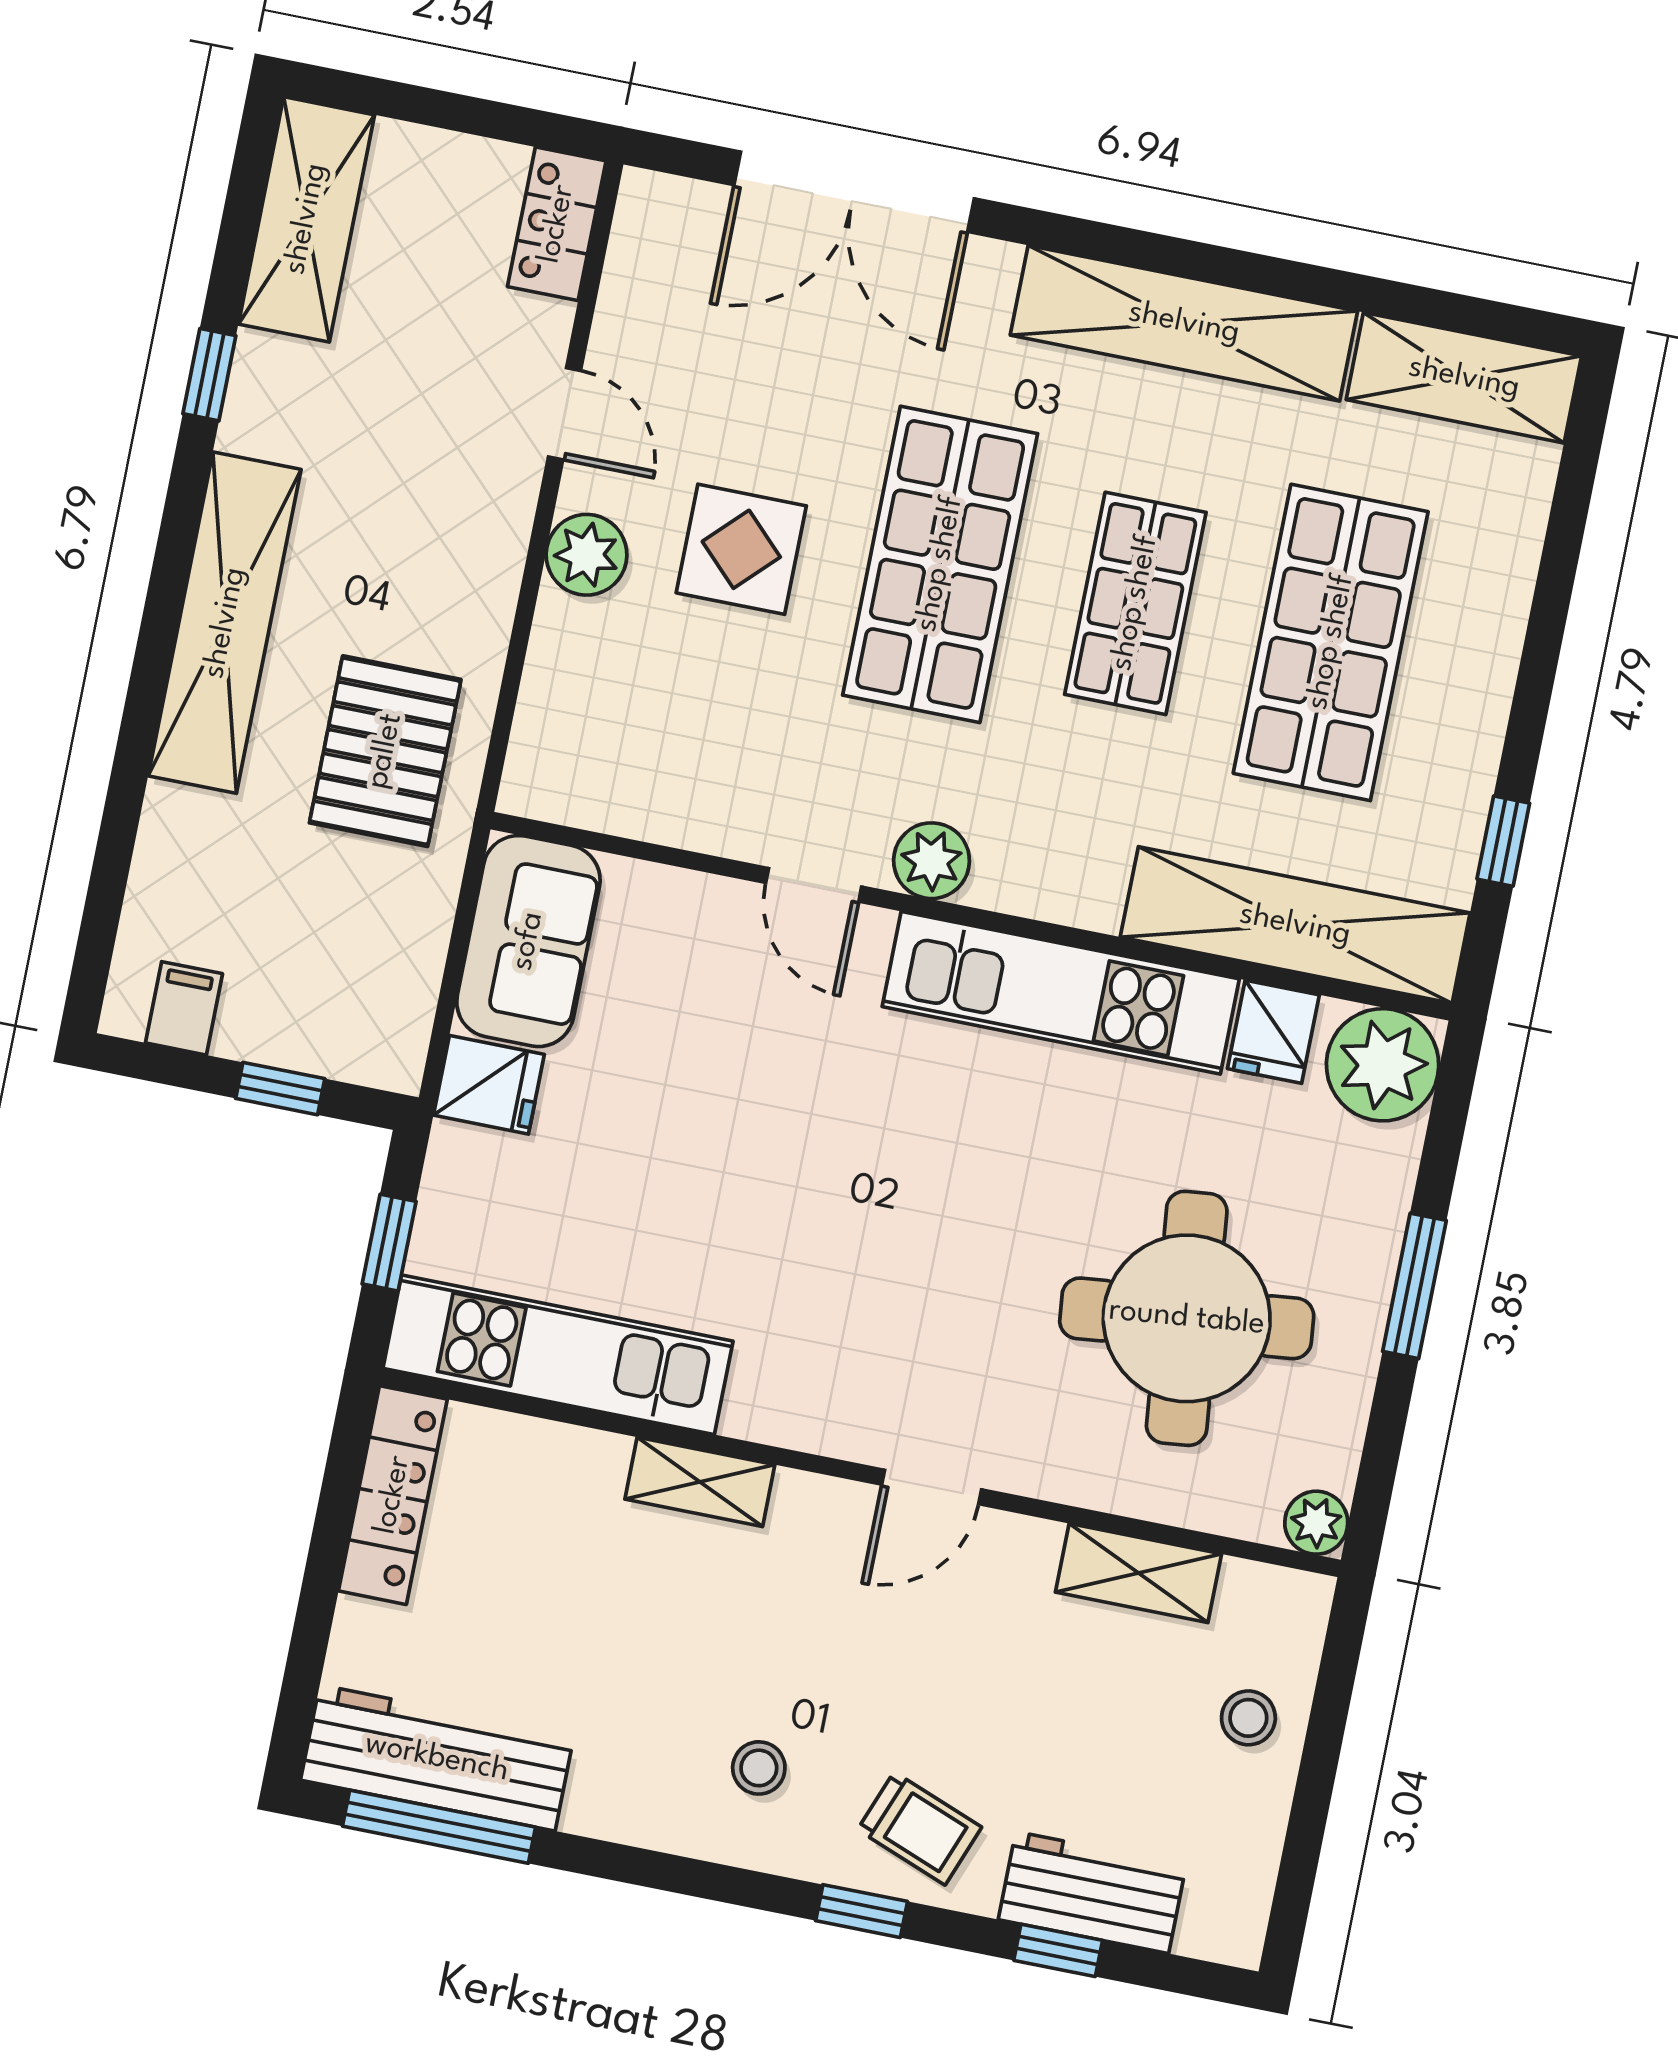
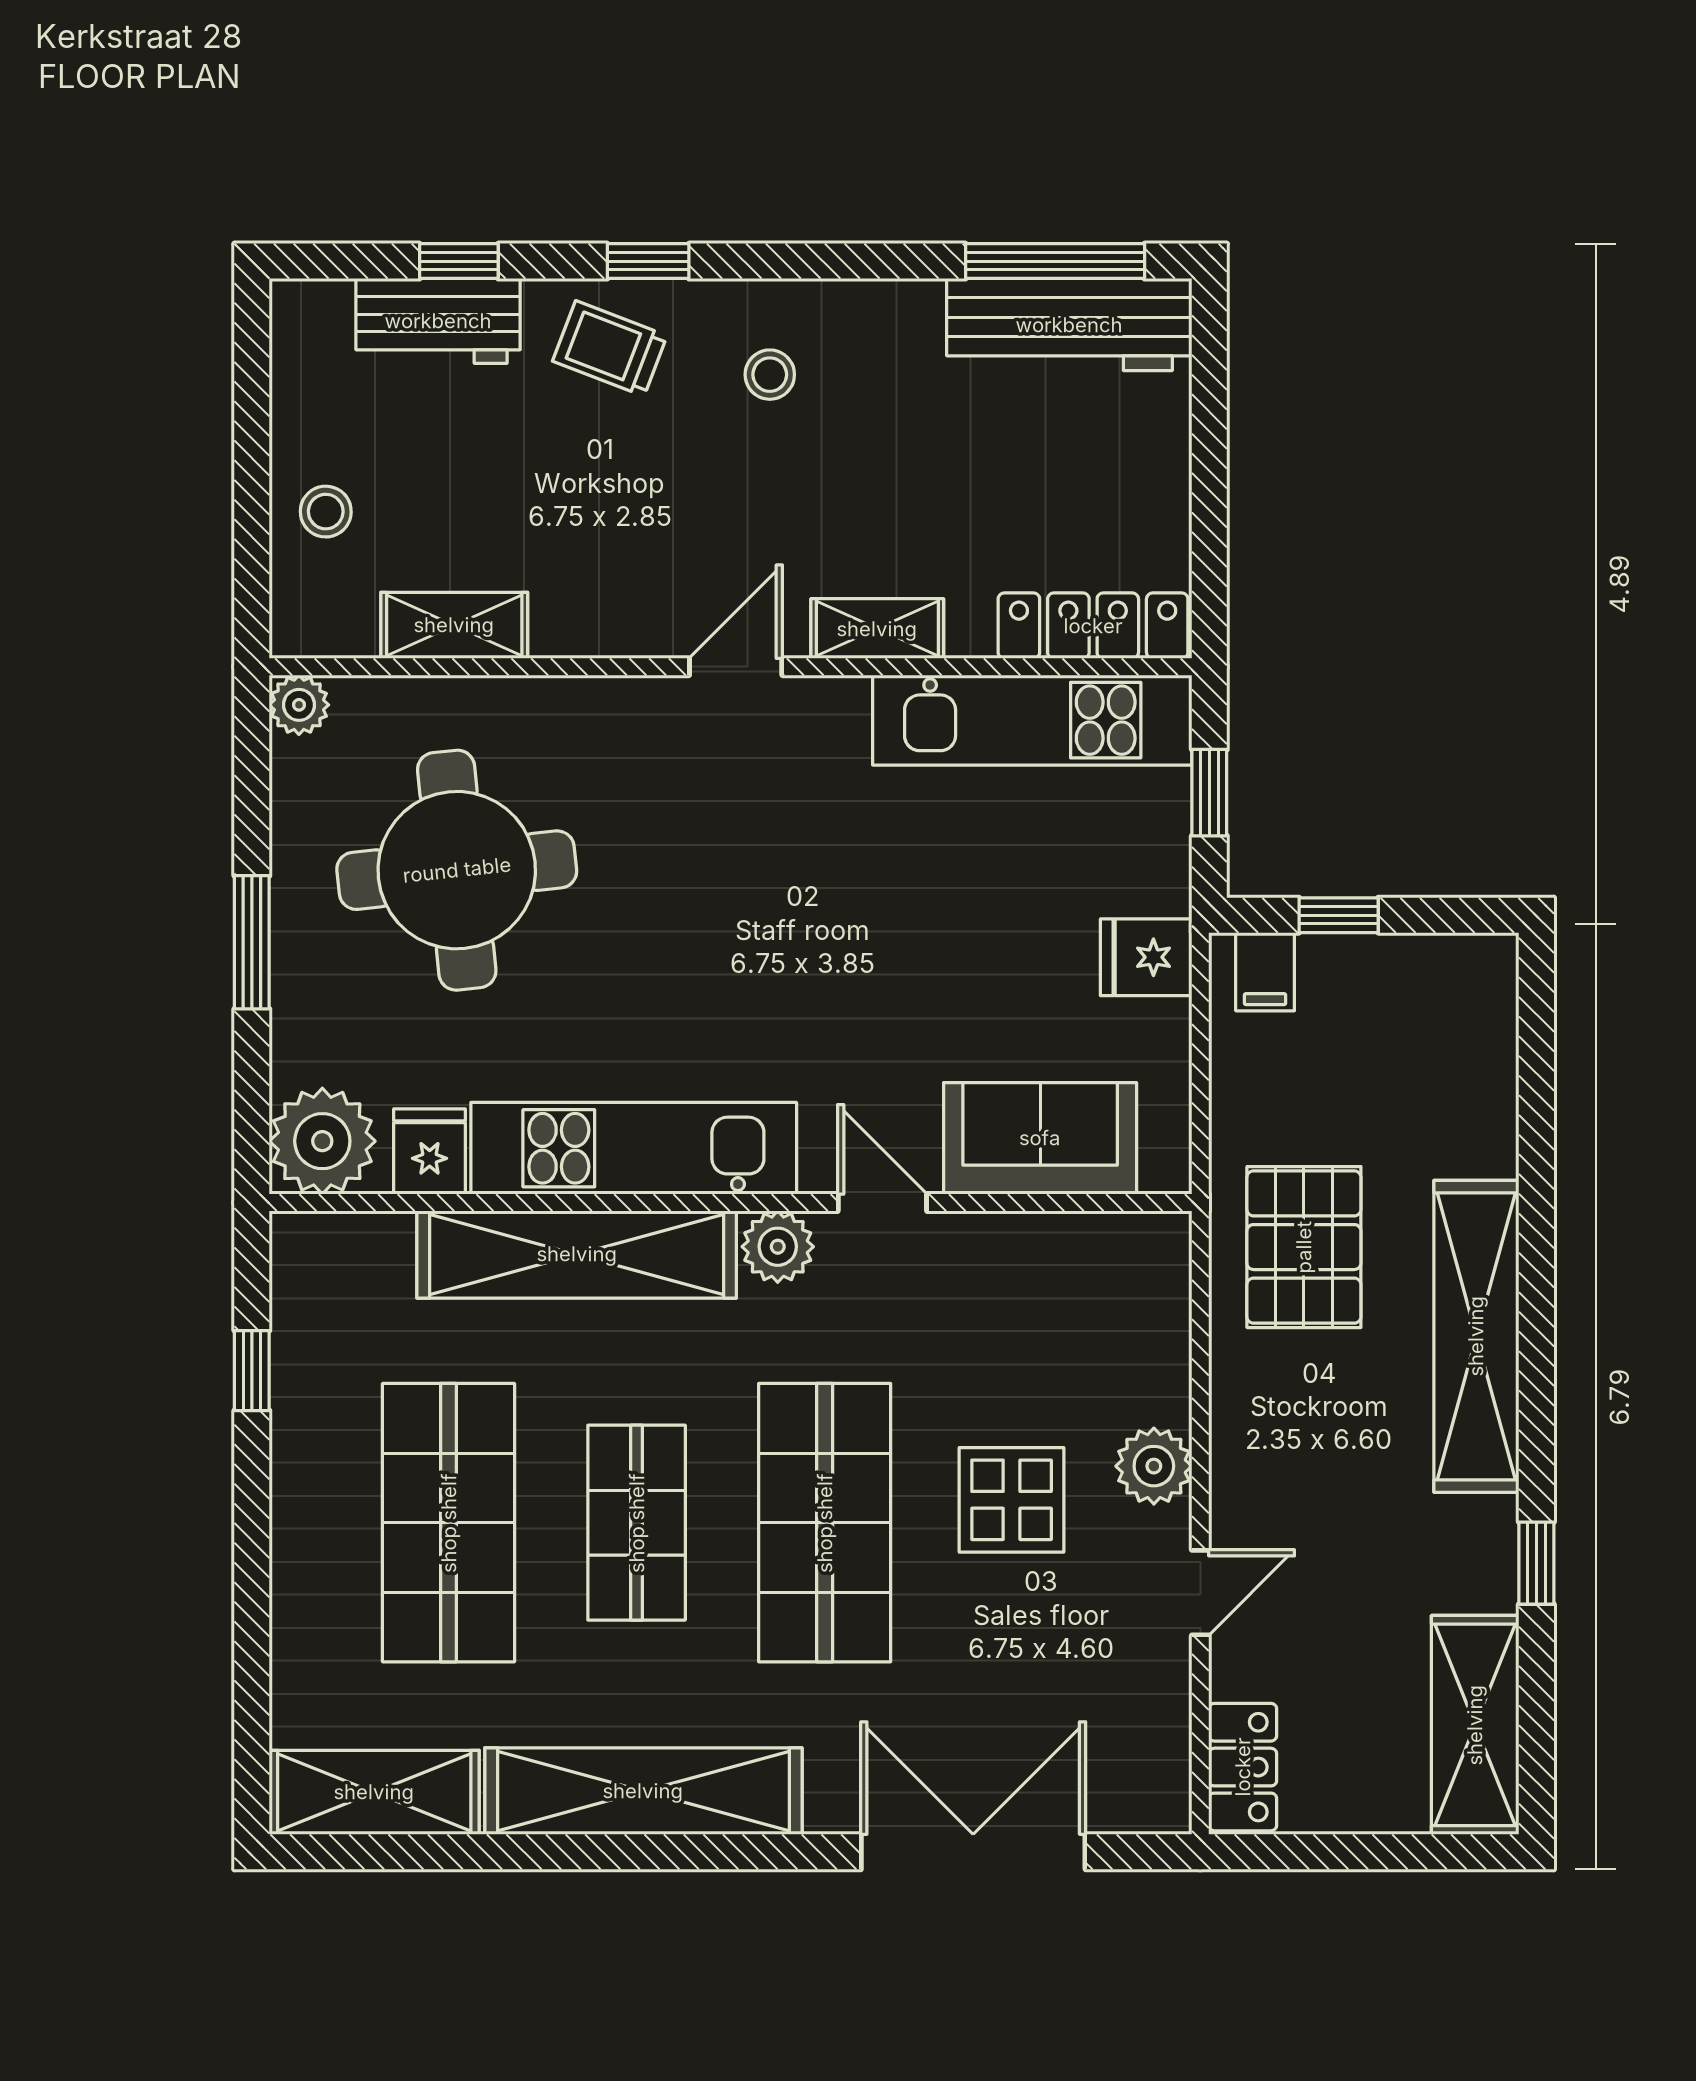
door: (565, 414) -> (1200, 1593), swing flipped
shelving: (1295, 925) -> (577, 1254), moved
sofa: (528, 941) -> (1040, 1138), moved, turned 90
filing cabinet: (184, 1008) -> (1265, 972), moved
door: (932, 1487) -> (736, 667), moved
locker: (393, 1495) -> (1093, 626), moved, turned 90

